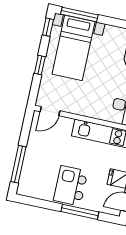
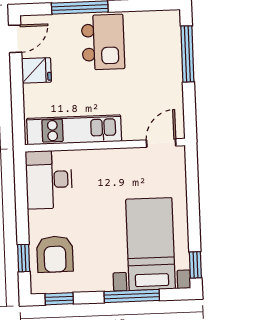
window: (79, 14) -> (132, 296), moved
window: (40, 65) -> (193, 207), removed

